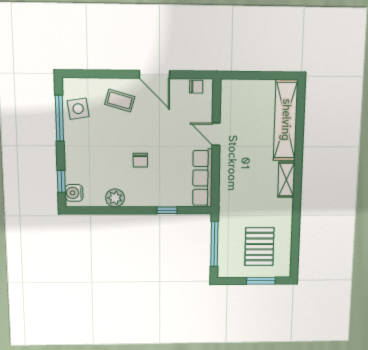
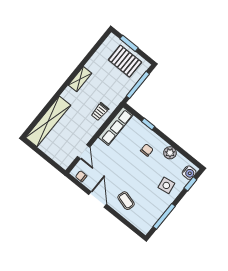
side table: (78, 109) -> (166, 185), moved
door: (216, 134) -> (84, 152), moved
chair: (140, 160) -> (147, 150), moved
trolley: (234, 180) -> (100, 112), added
shelving: (286, 180) -> (80, 79), moved
pallet: (259, 247) -> (125, 61), moved, turned 90

